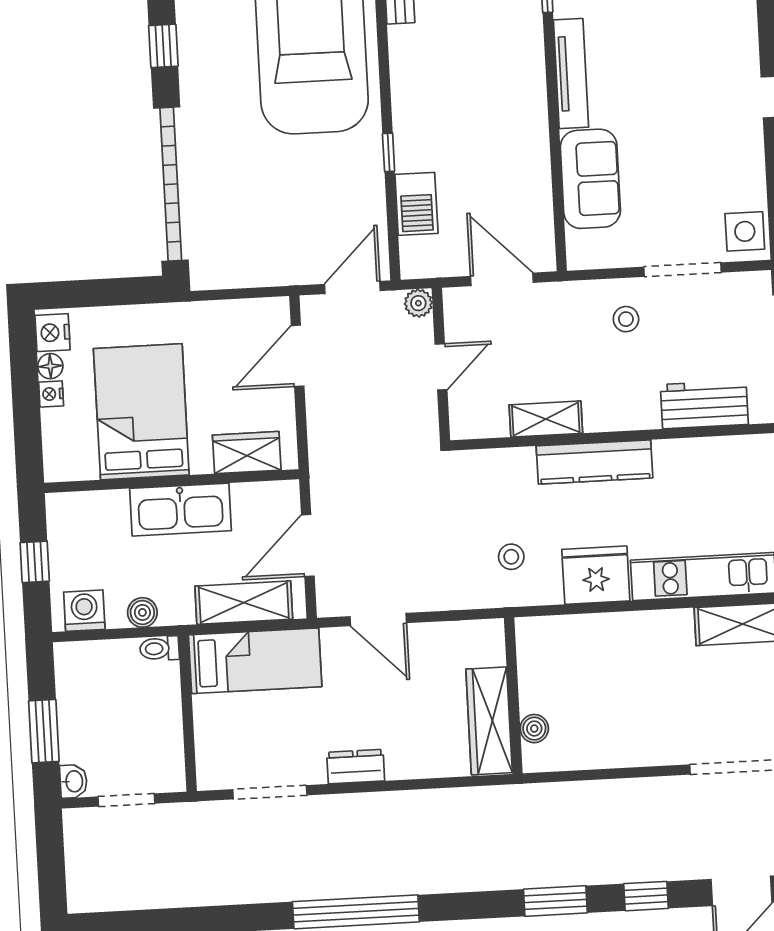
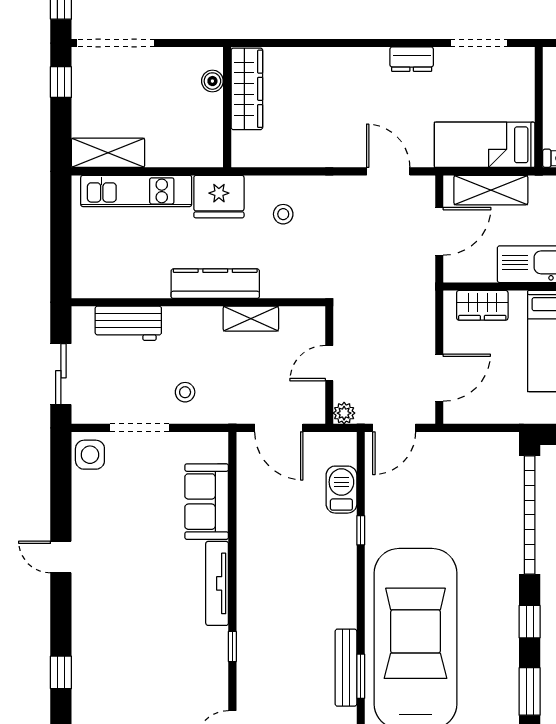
wall: (513, 696) -> (227, 107), moved
wardrobe: (489, 721) -> (247, 89), moved
boiler: (534, 729) -> (212, 81), moved

